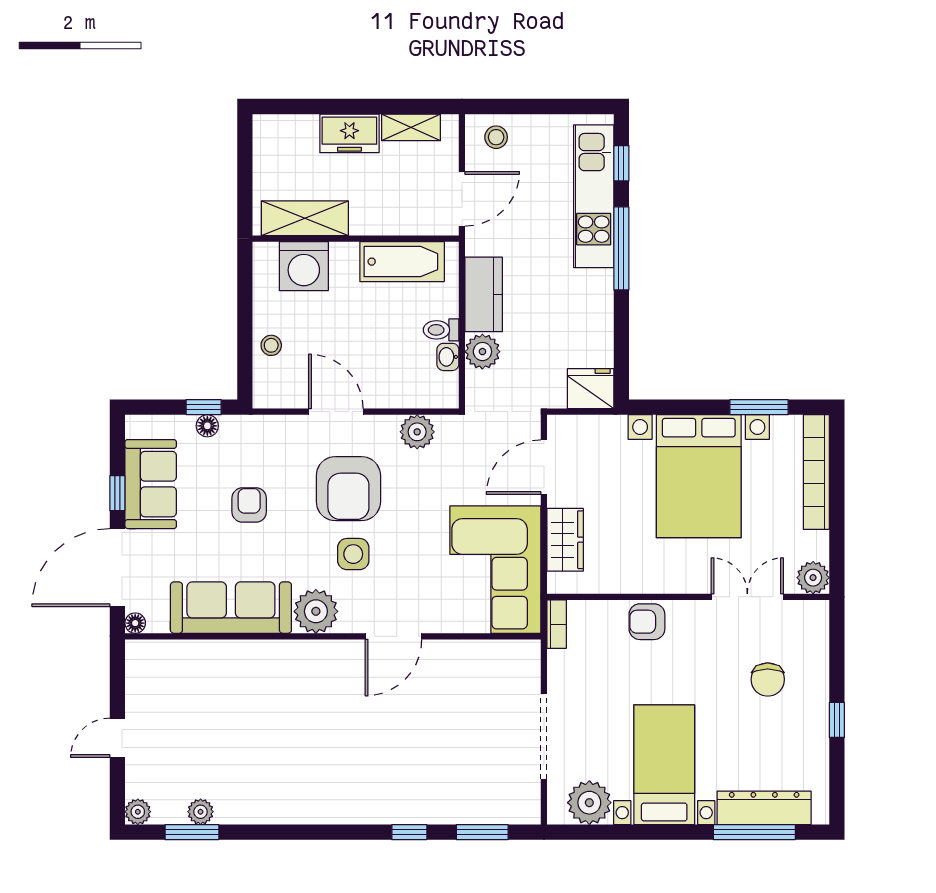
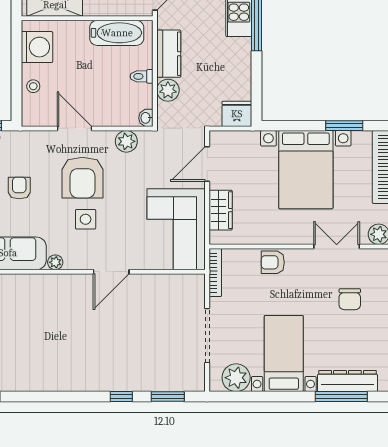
washing machine: (304, 266) -> (37, 47), moved, turned -90
washbasin: (448, 357) -> (146, 118), moved
plant: (316, 611) -> (55, 262), width x0.53, depth x0.53
bookcase: (557, 624) -> (215, 273), width x1.56

